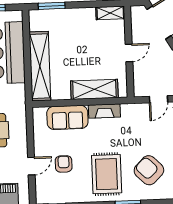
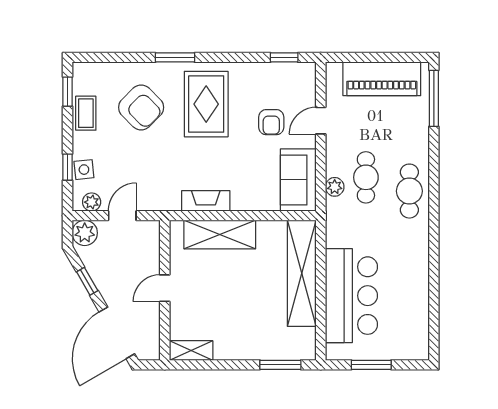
sofa: (67, 117) -> (298, 180), moved, turned -90
plant: (21, 123) -> (335, 187), added

